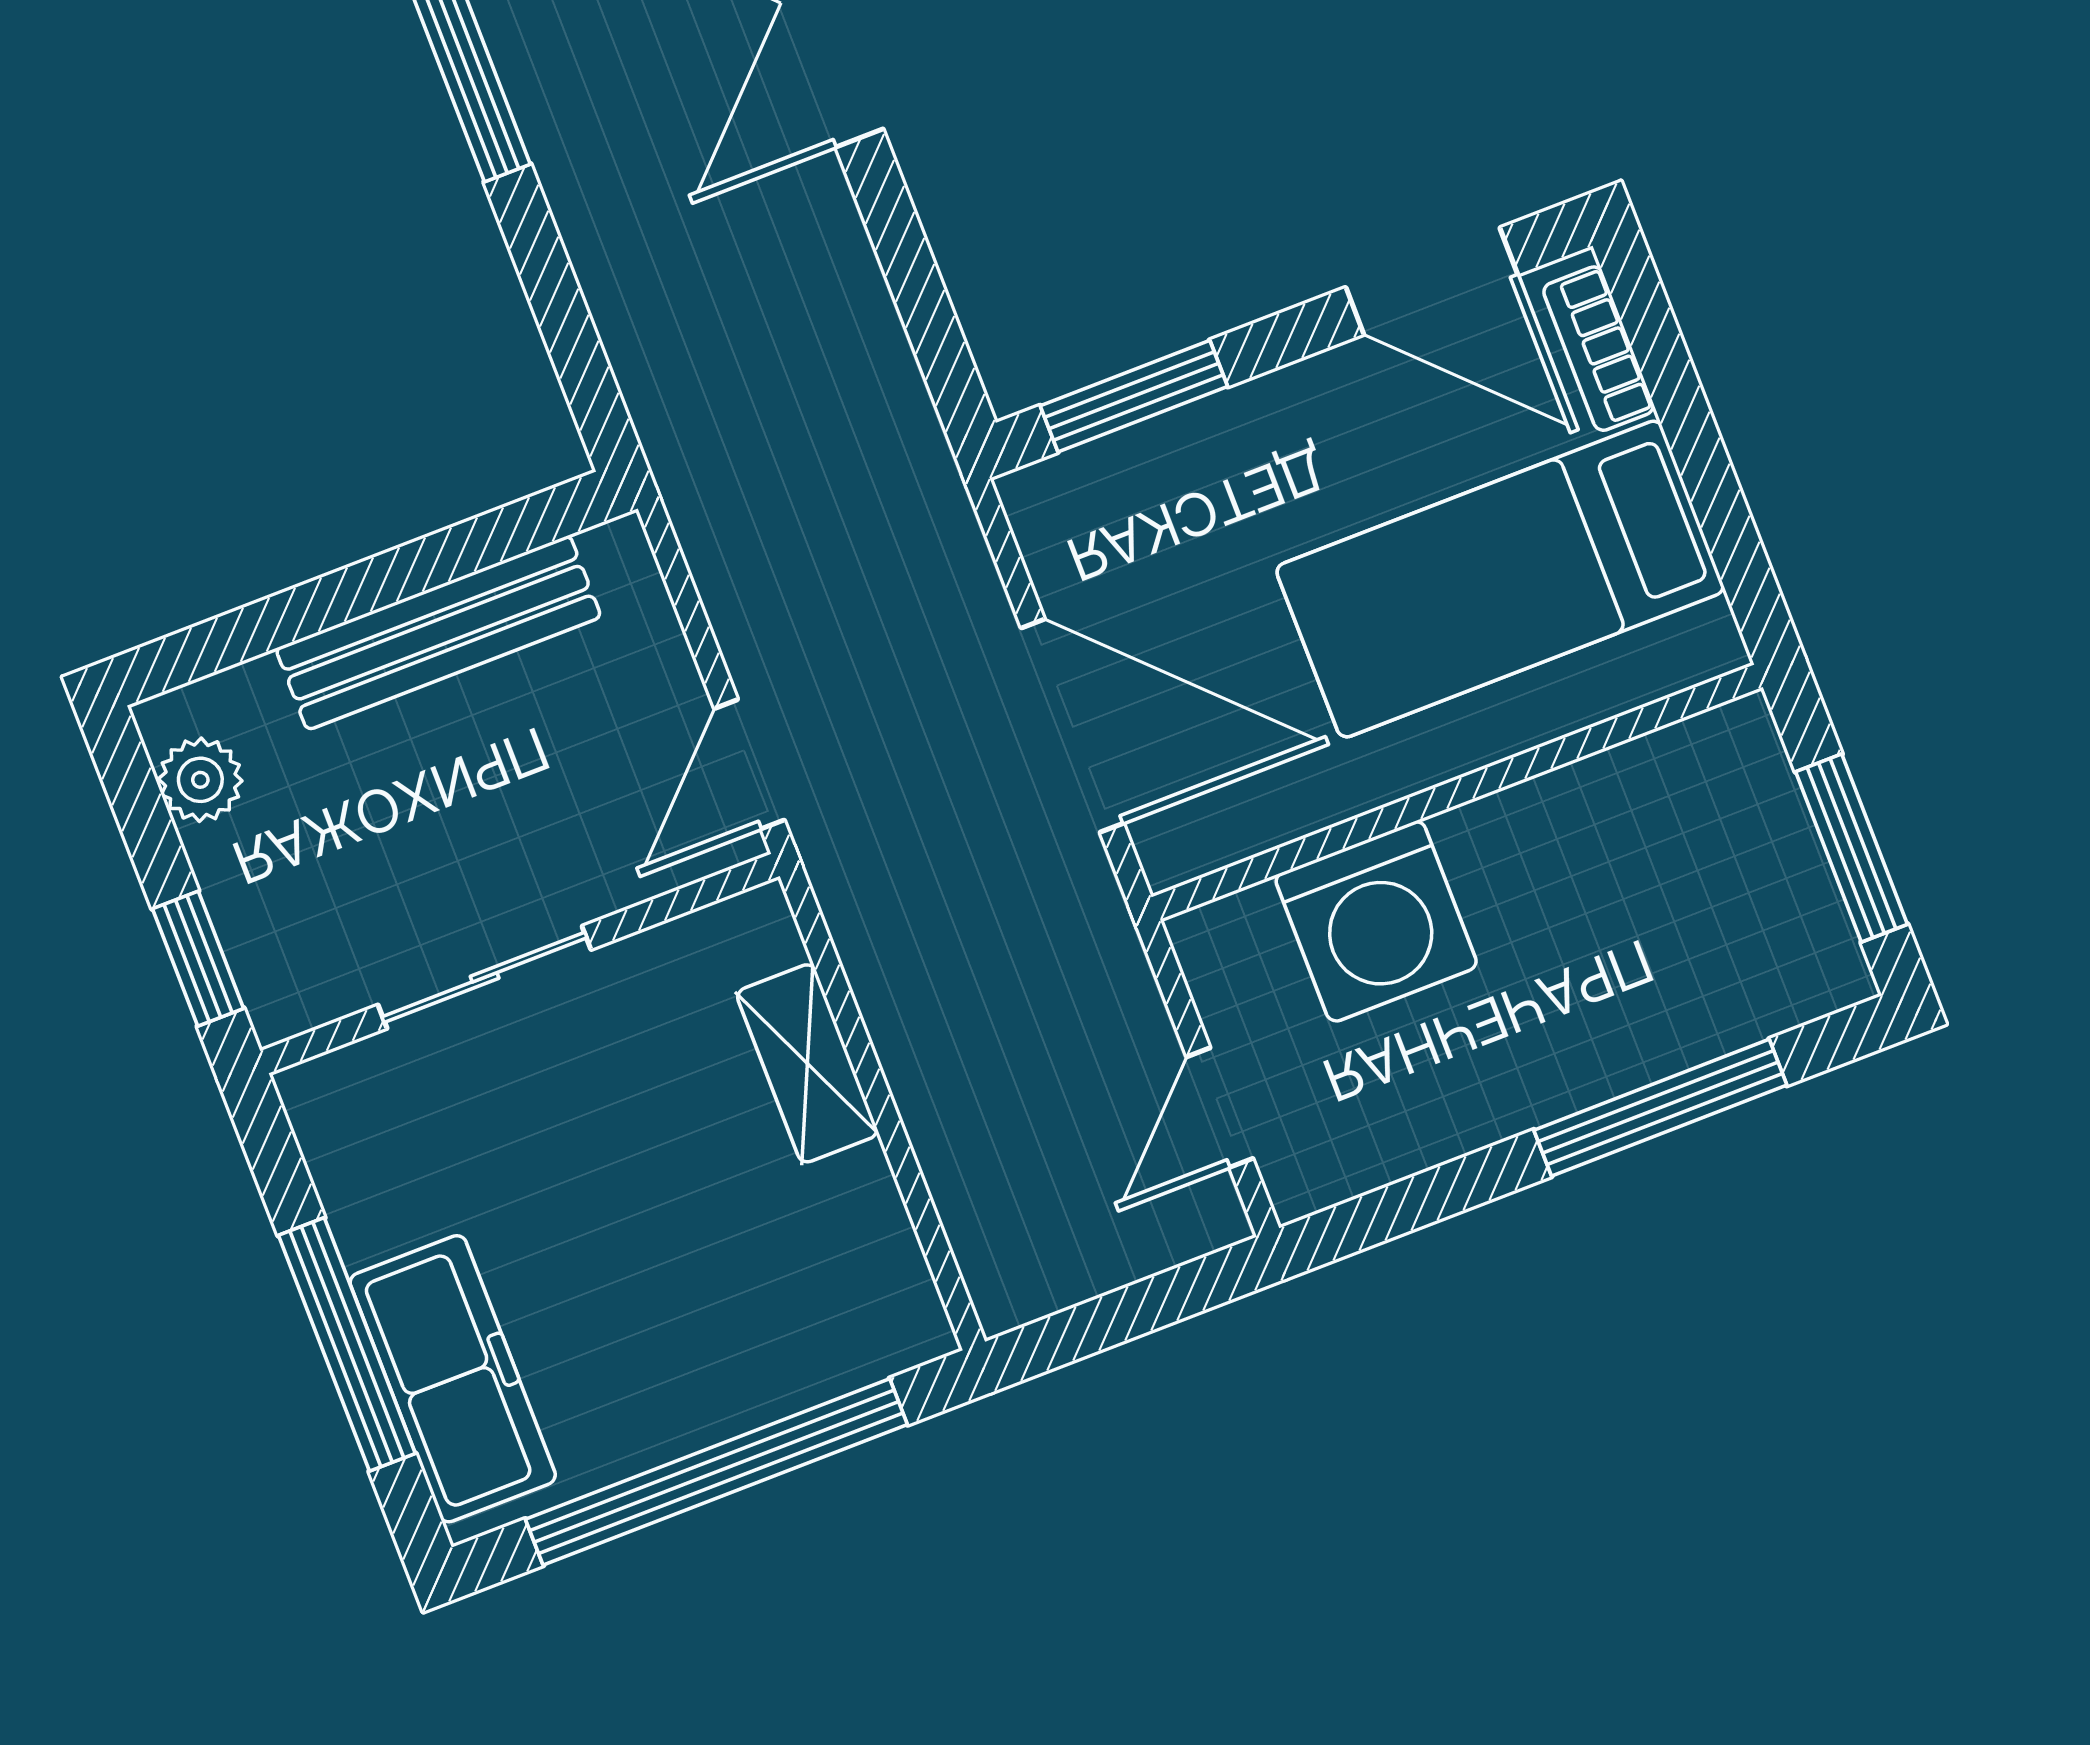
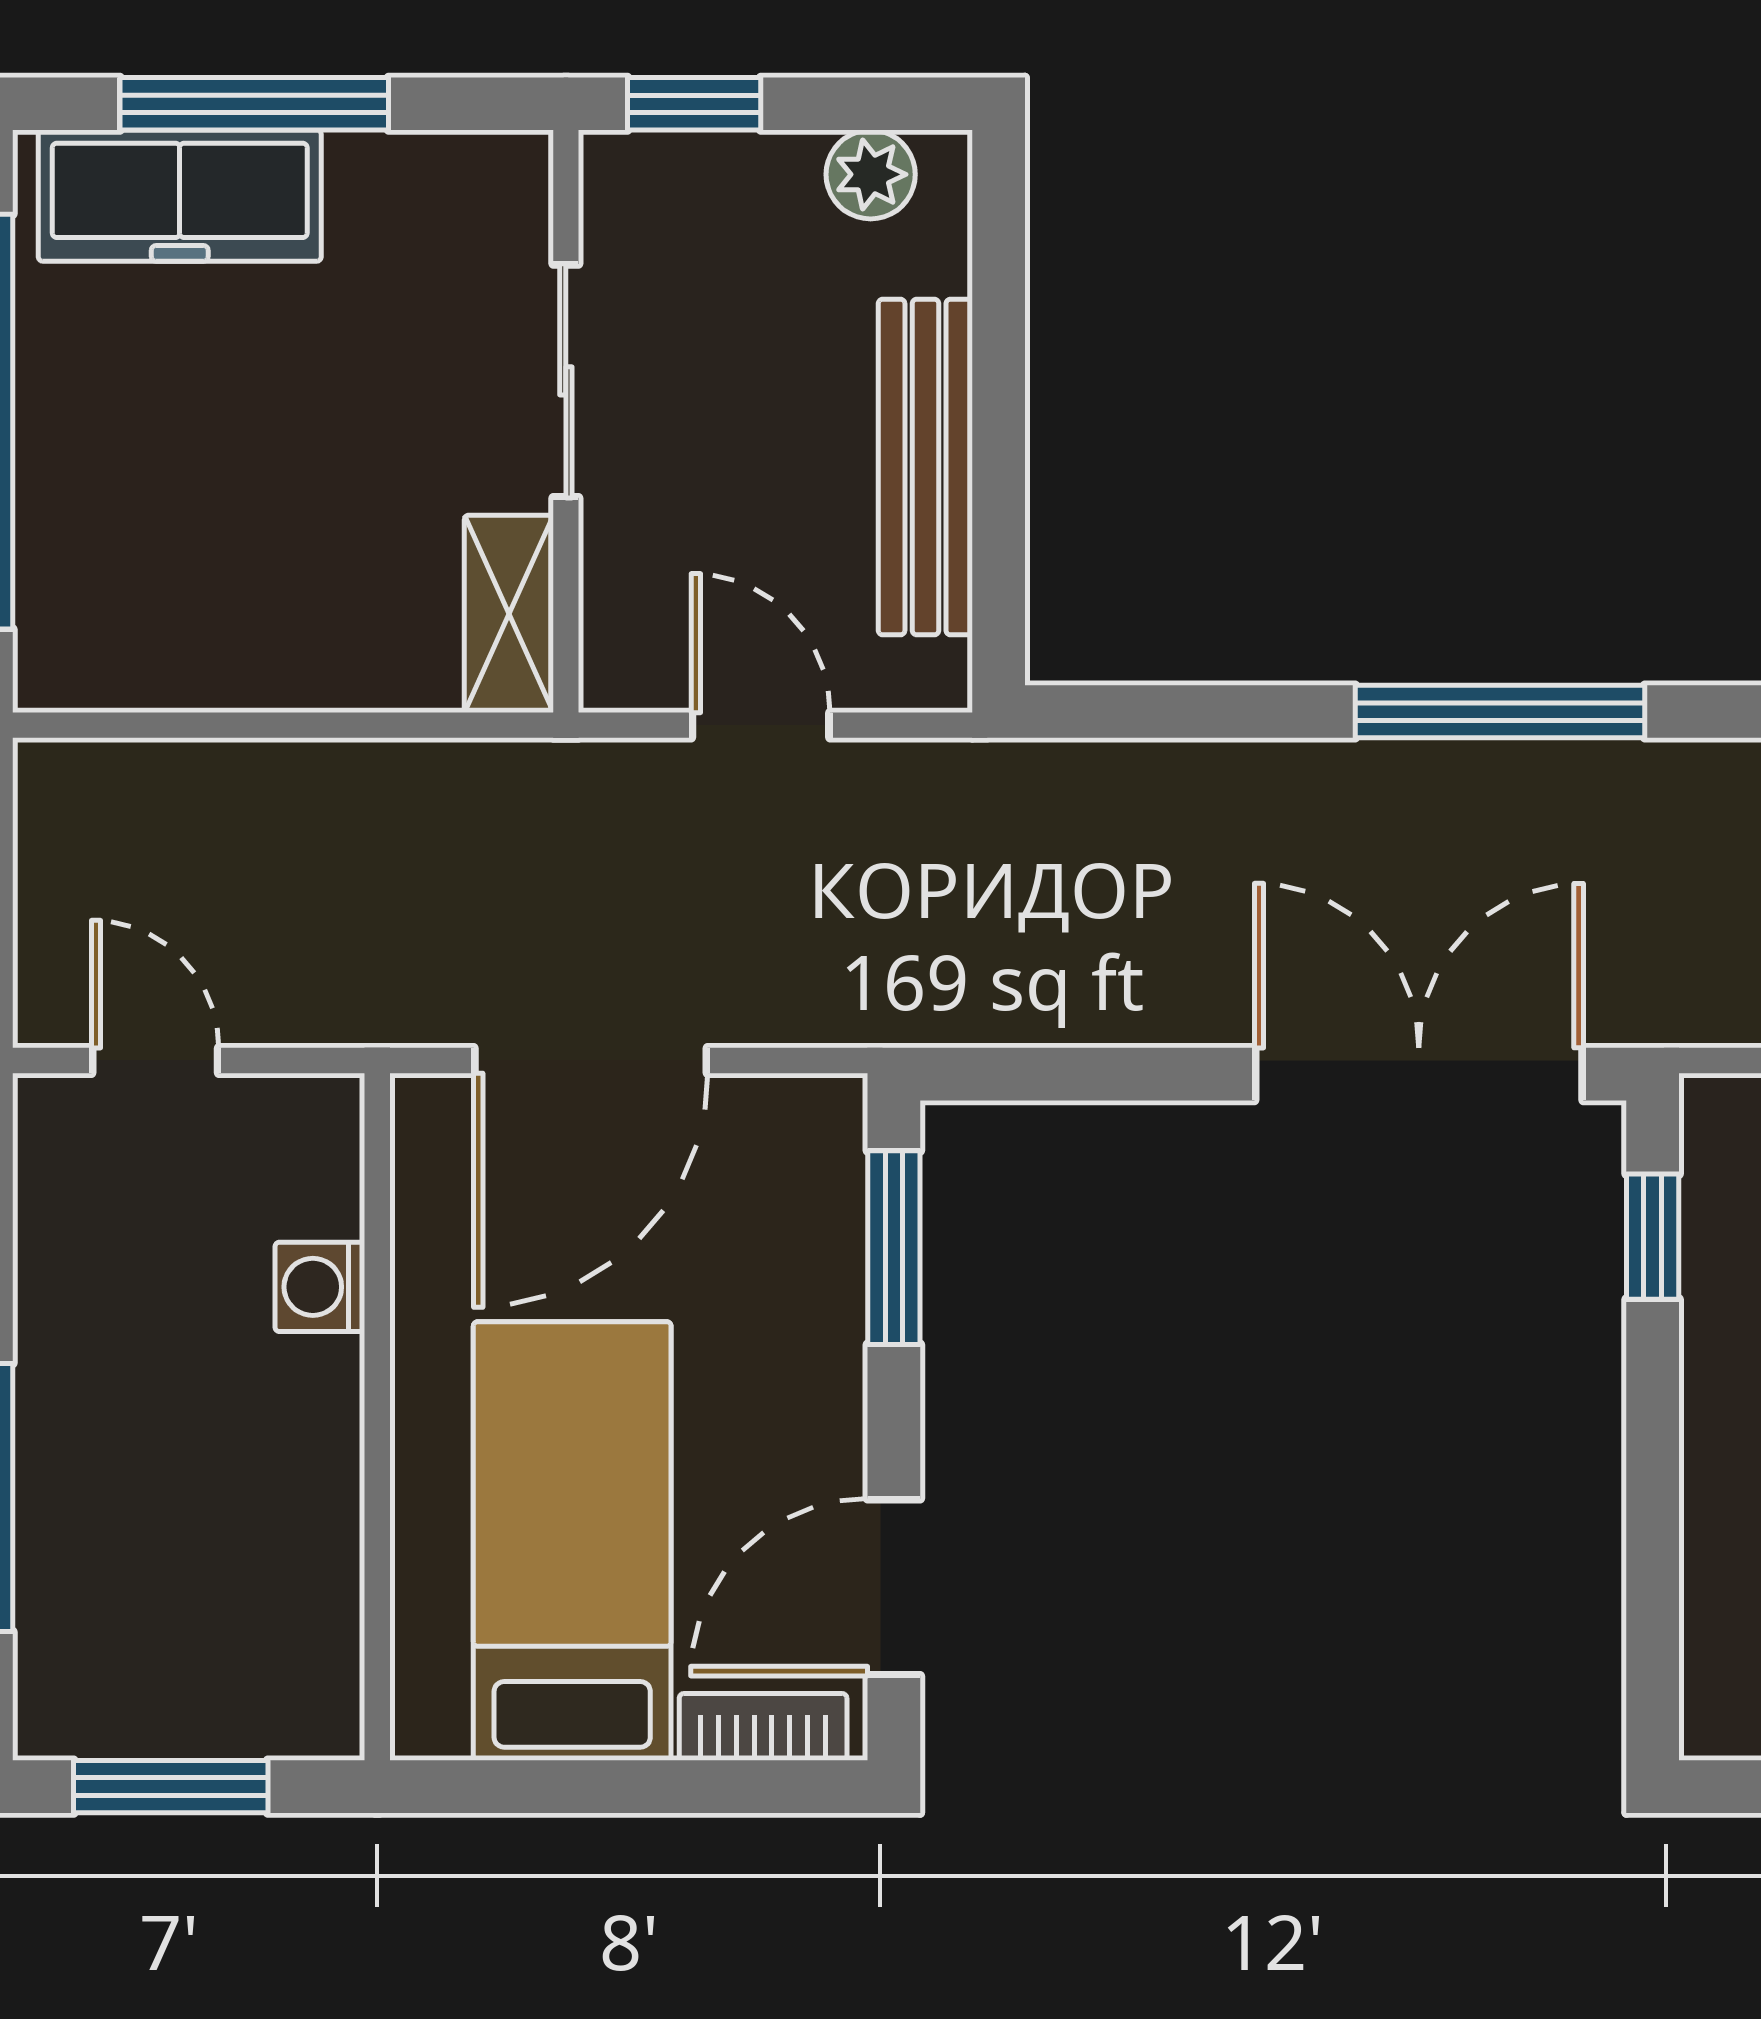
door: (749, 764) -> (761, 725), moved
washing machine: (1376, 921) -> (320, 1287), width x0.53, depth x0.53
shelving: (807, 1063) -> (509, 614), moved, turned 90

